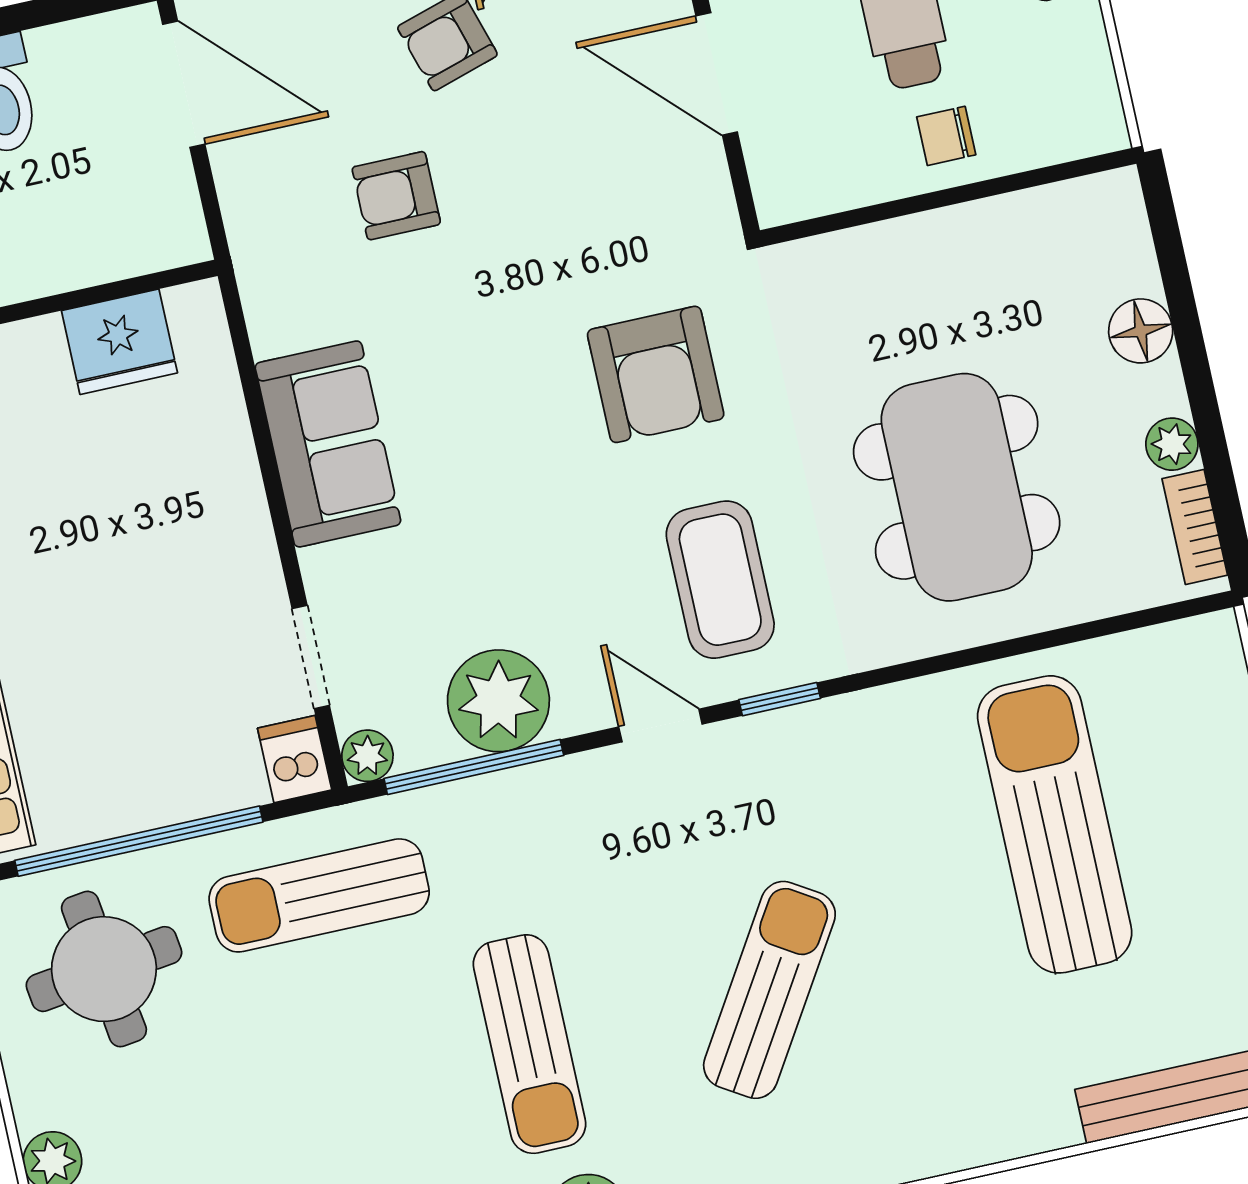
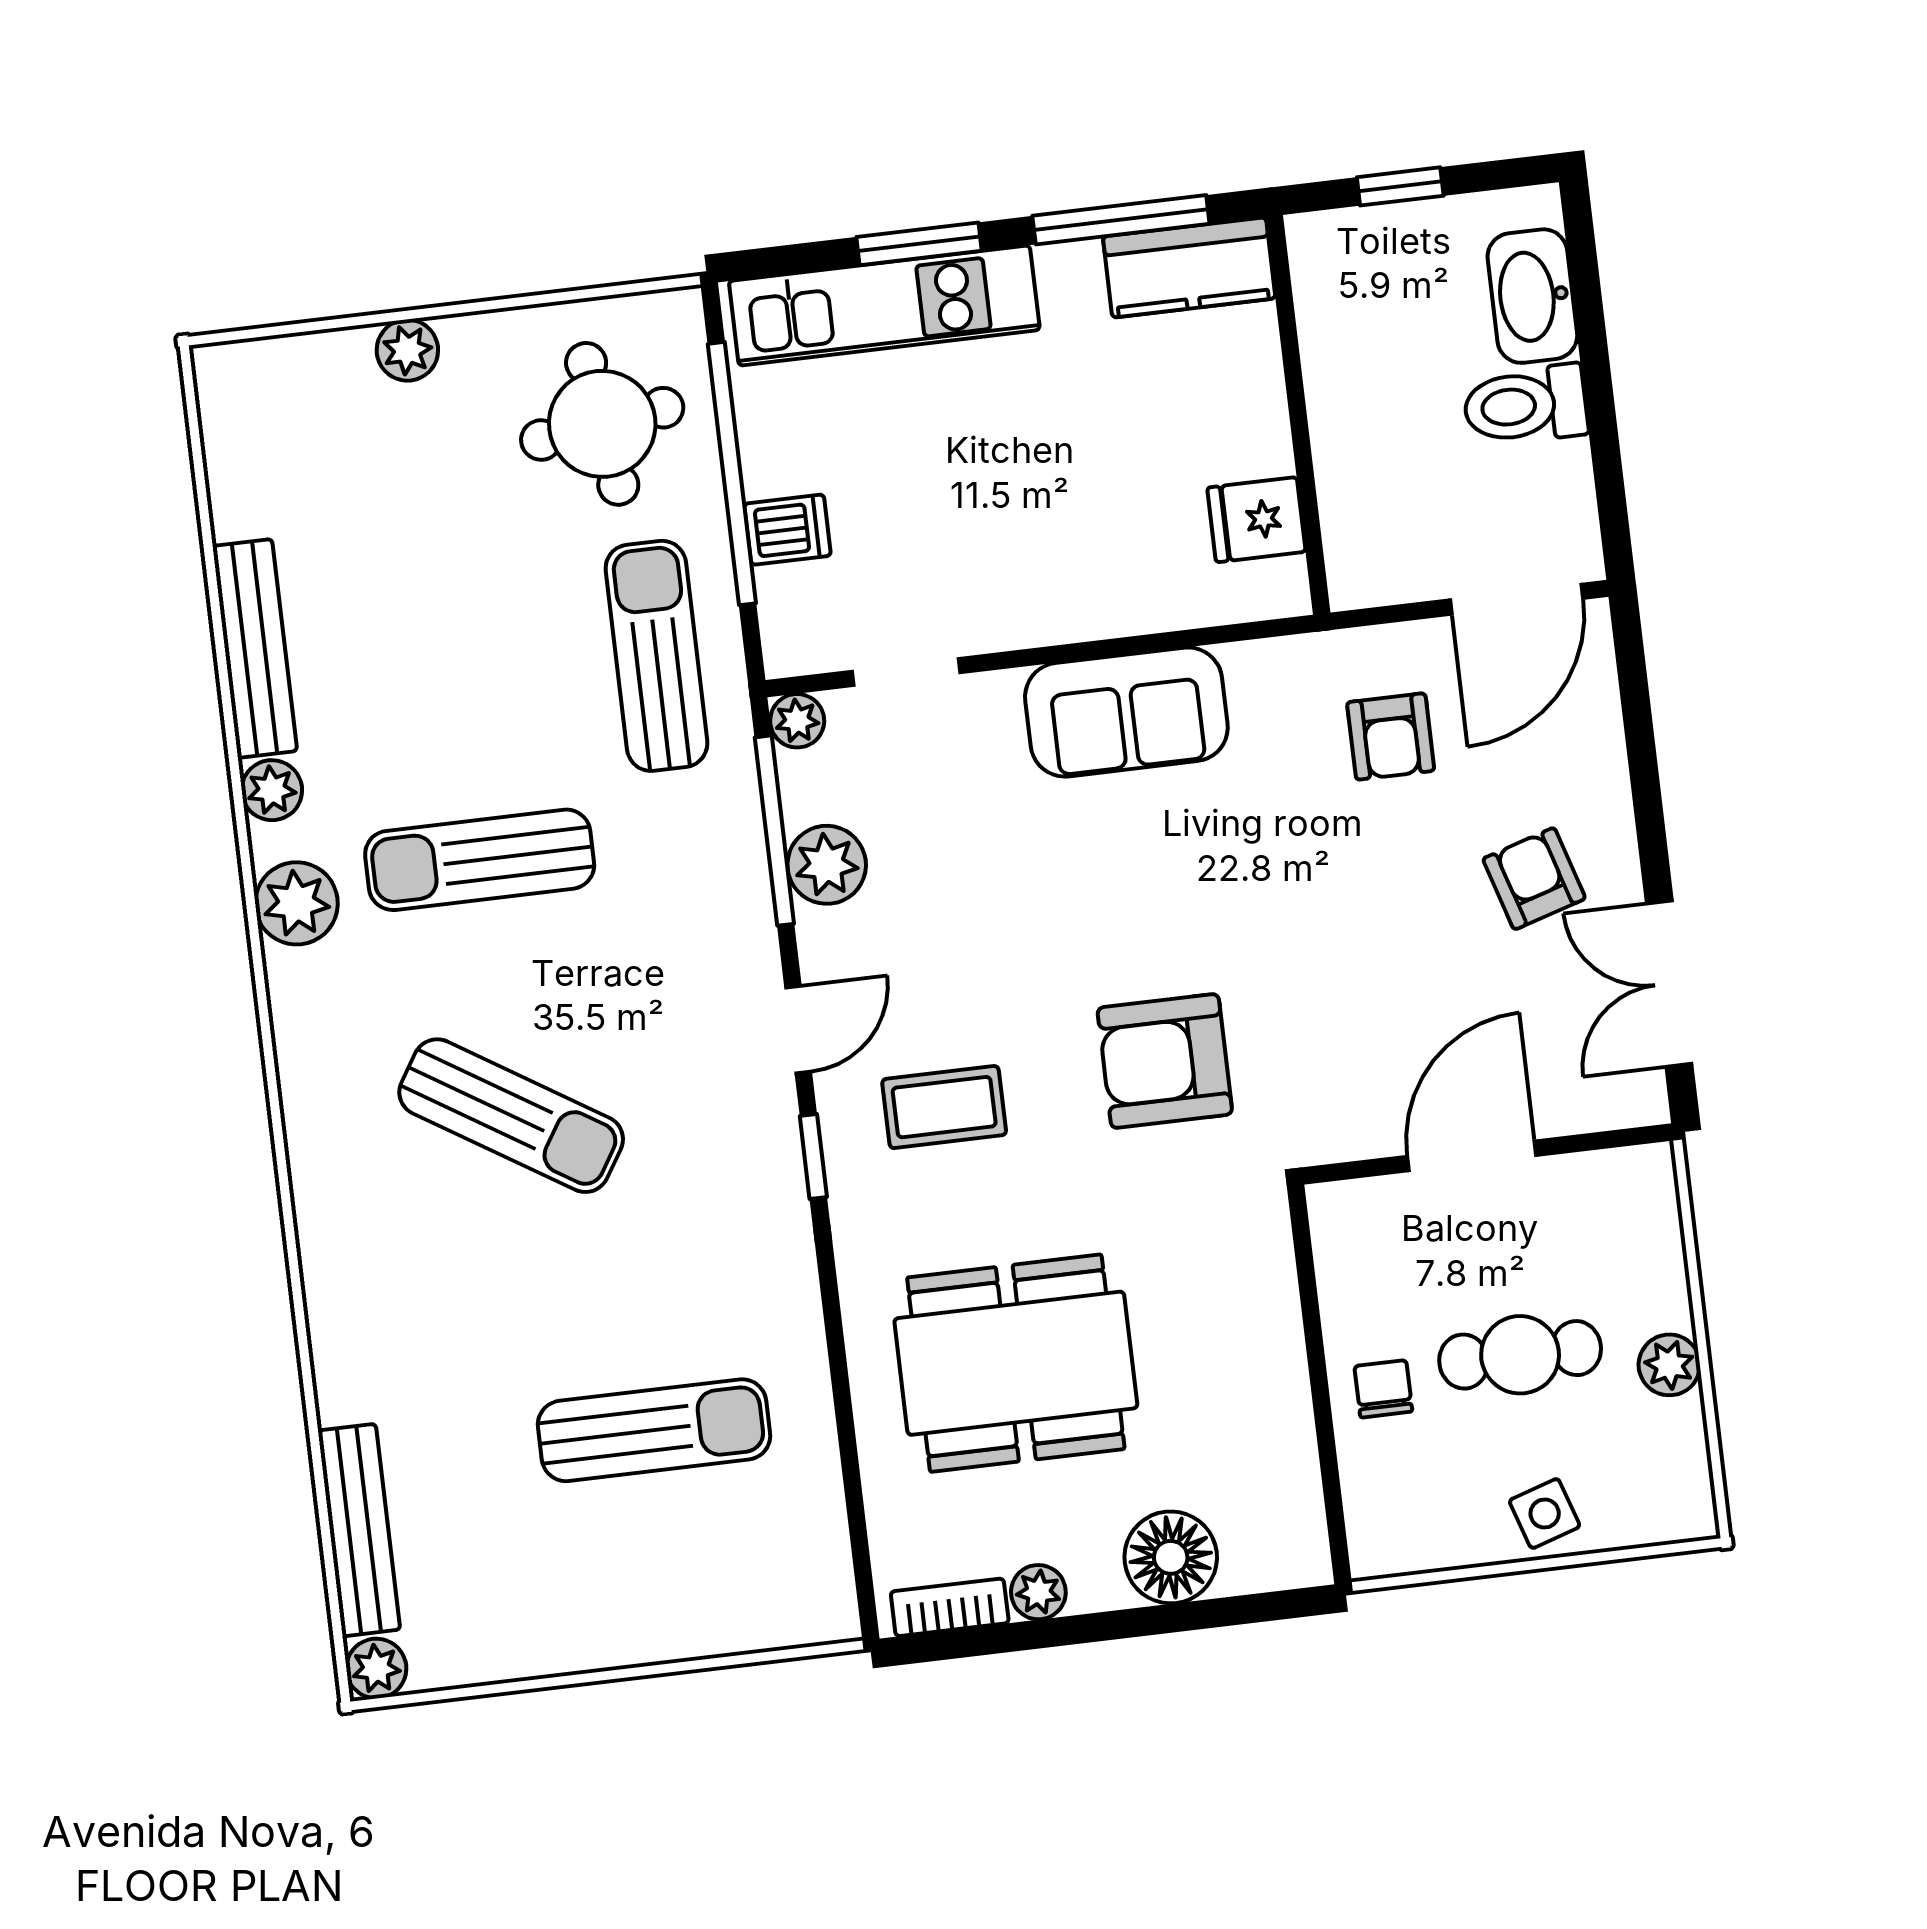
armchair: (396, 196) -> (1391, 736), moved, turned 180
floor lamp: (1141, 331) -> (1171, 1557), width x1.38, depth x1.38
fridge: (119, 342) -> (1256, 520), width x0.72
coffee table: (720, 580) -> (944, 1107), width x0.73, depth x0.77
plant: (498, 701) -> (827, 865), width x0.73, depth x0.73
dishwasher: (295, 759) -> (788, 530), moved
sun lounger: (1055, 824) -> (654, 1430), width x0.73, depth x0.75

